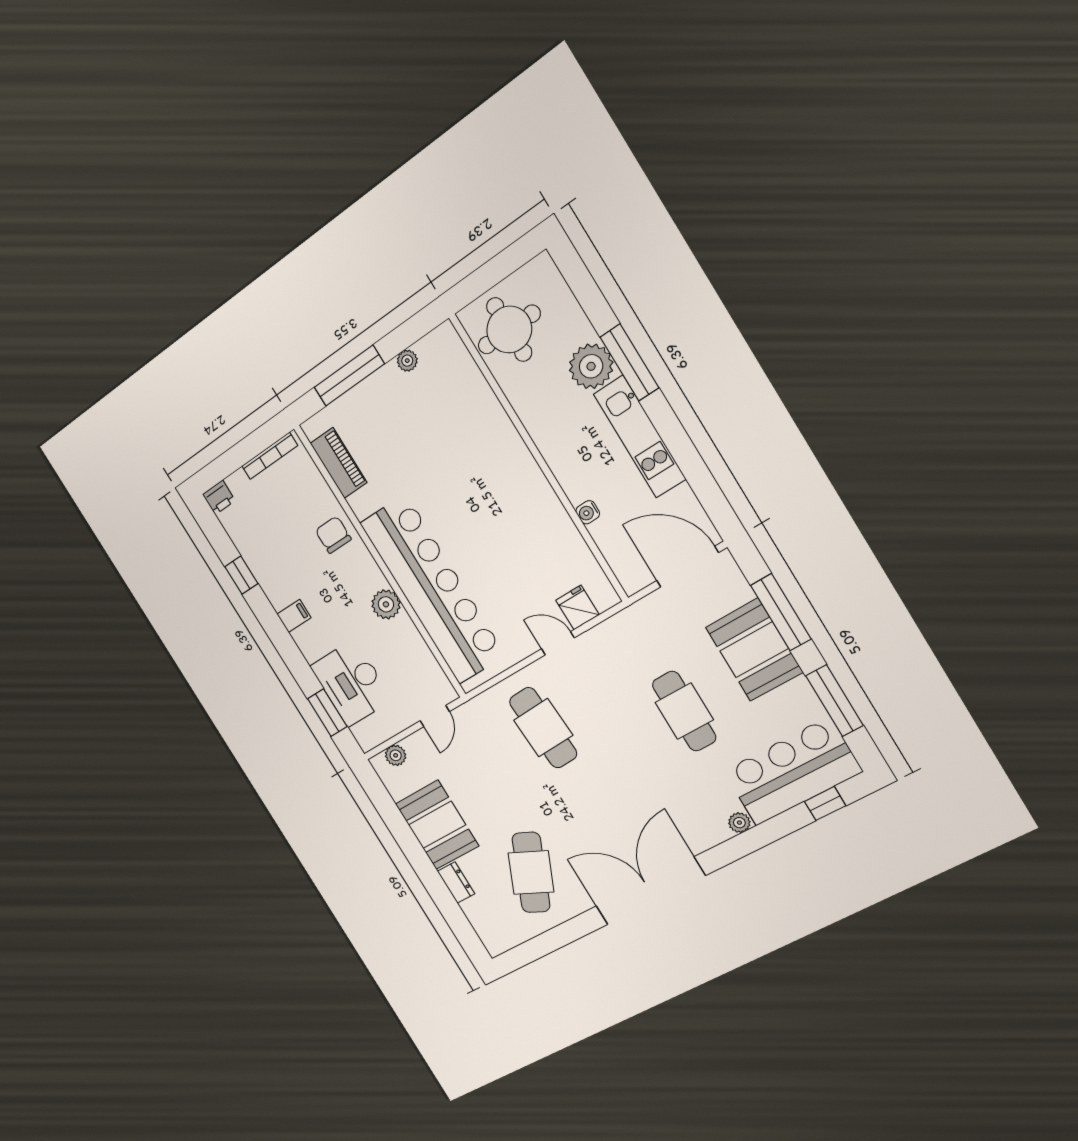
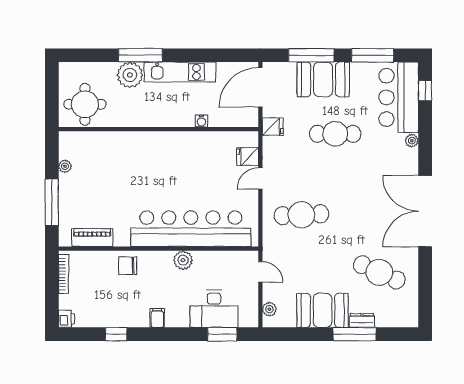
fridge: (641, 618) -> (273, 127), added
window: (433, 882) -> (354, 334), added

